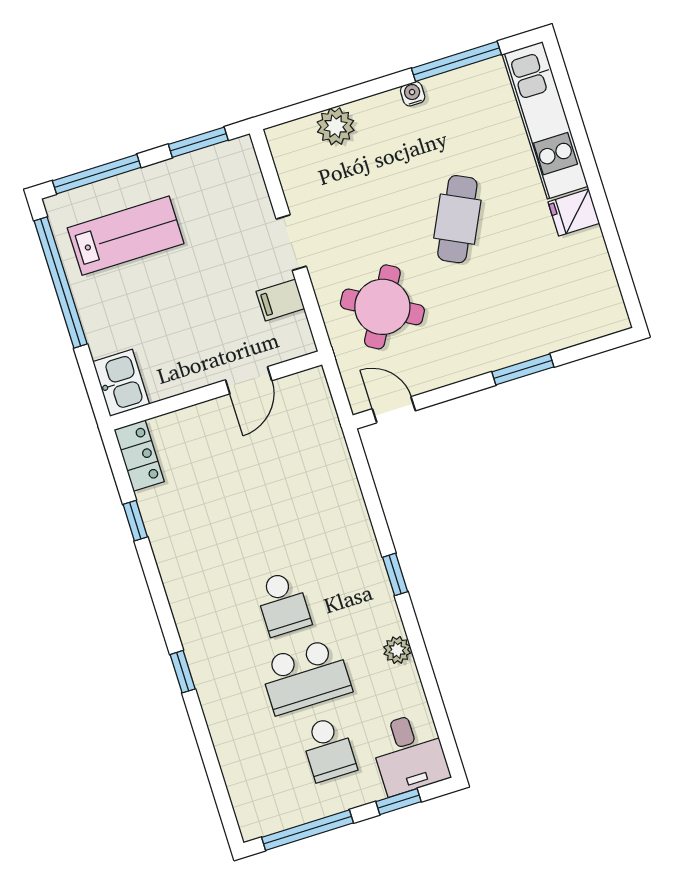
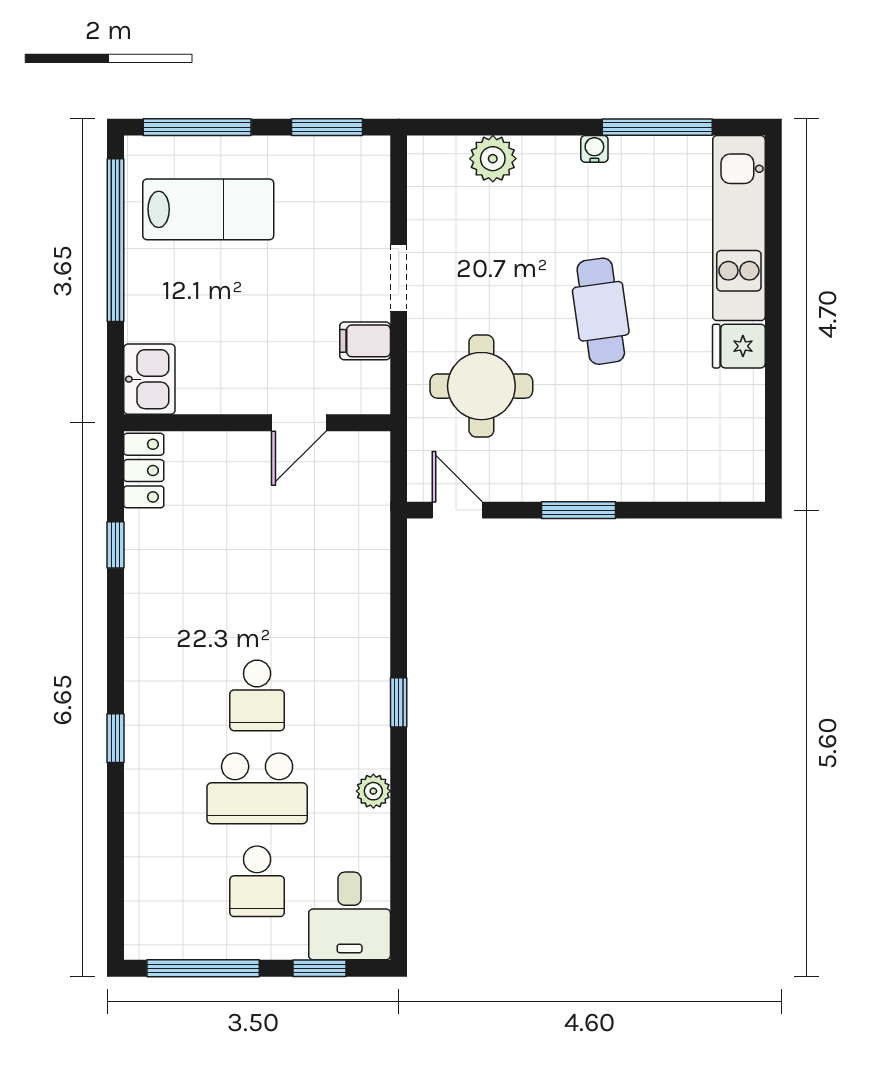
cafe table: (457, 219) -> (601, 311), turned -34
round table: (382, 307) -> (481, 386), turned -30
window: (523, 369) -> (578, 510), moved

